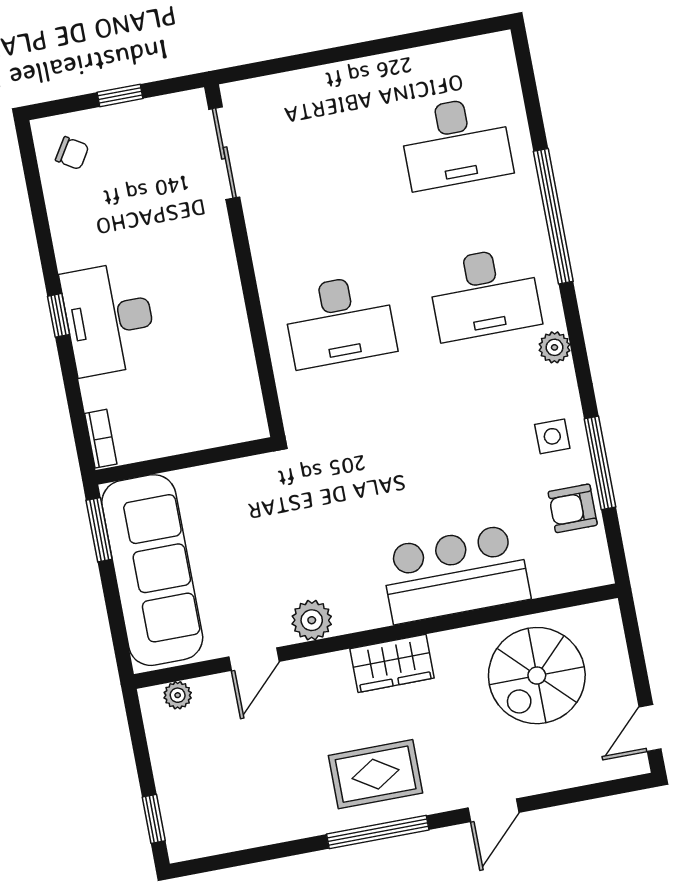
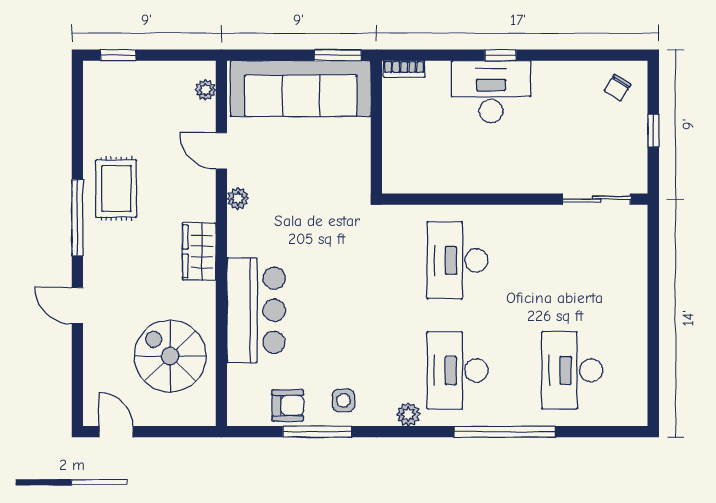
armchair: (573, 508) -> (288, 405), turned 90
plant: (312, 620) -> (238, 199), width x0.73, depth x0.73
rug: (376, 774) -> (116, 188), moved

